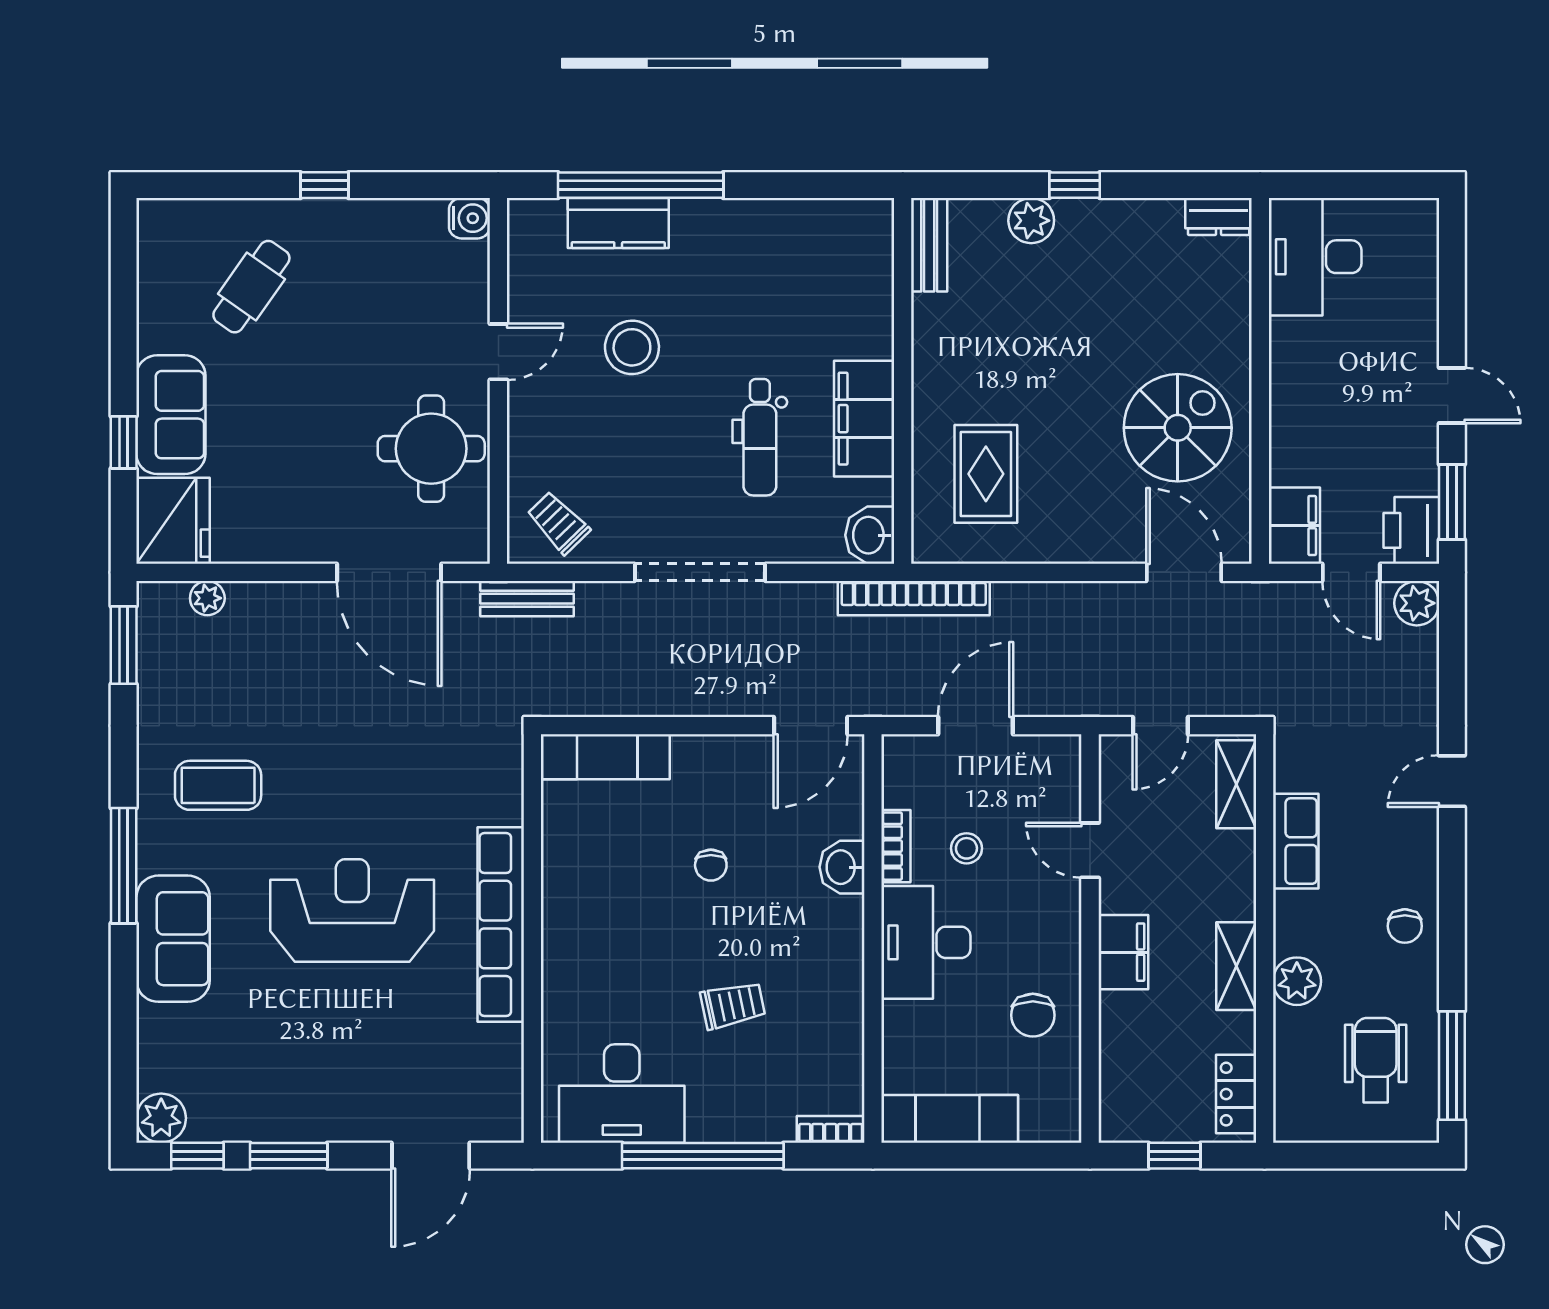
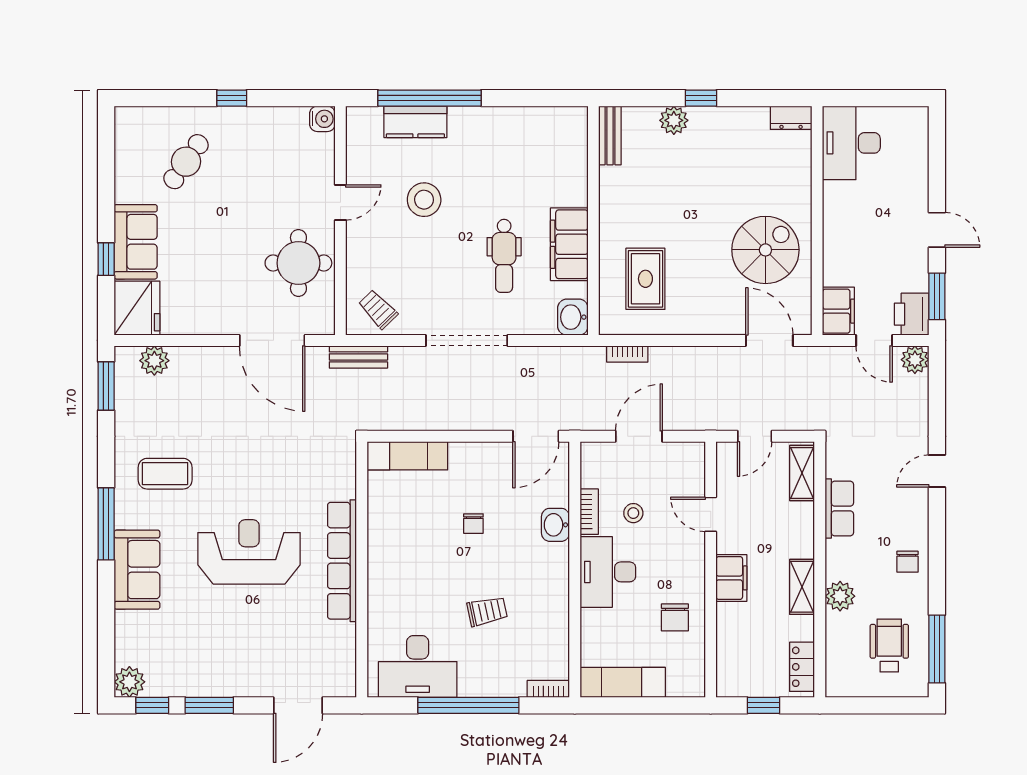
plant: (207, 598) -> (154, 361), width x1.38, depth x1.38
bookcase: (914, 598) -> (627, 354), width x0.43, depth x0.76

